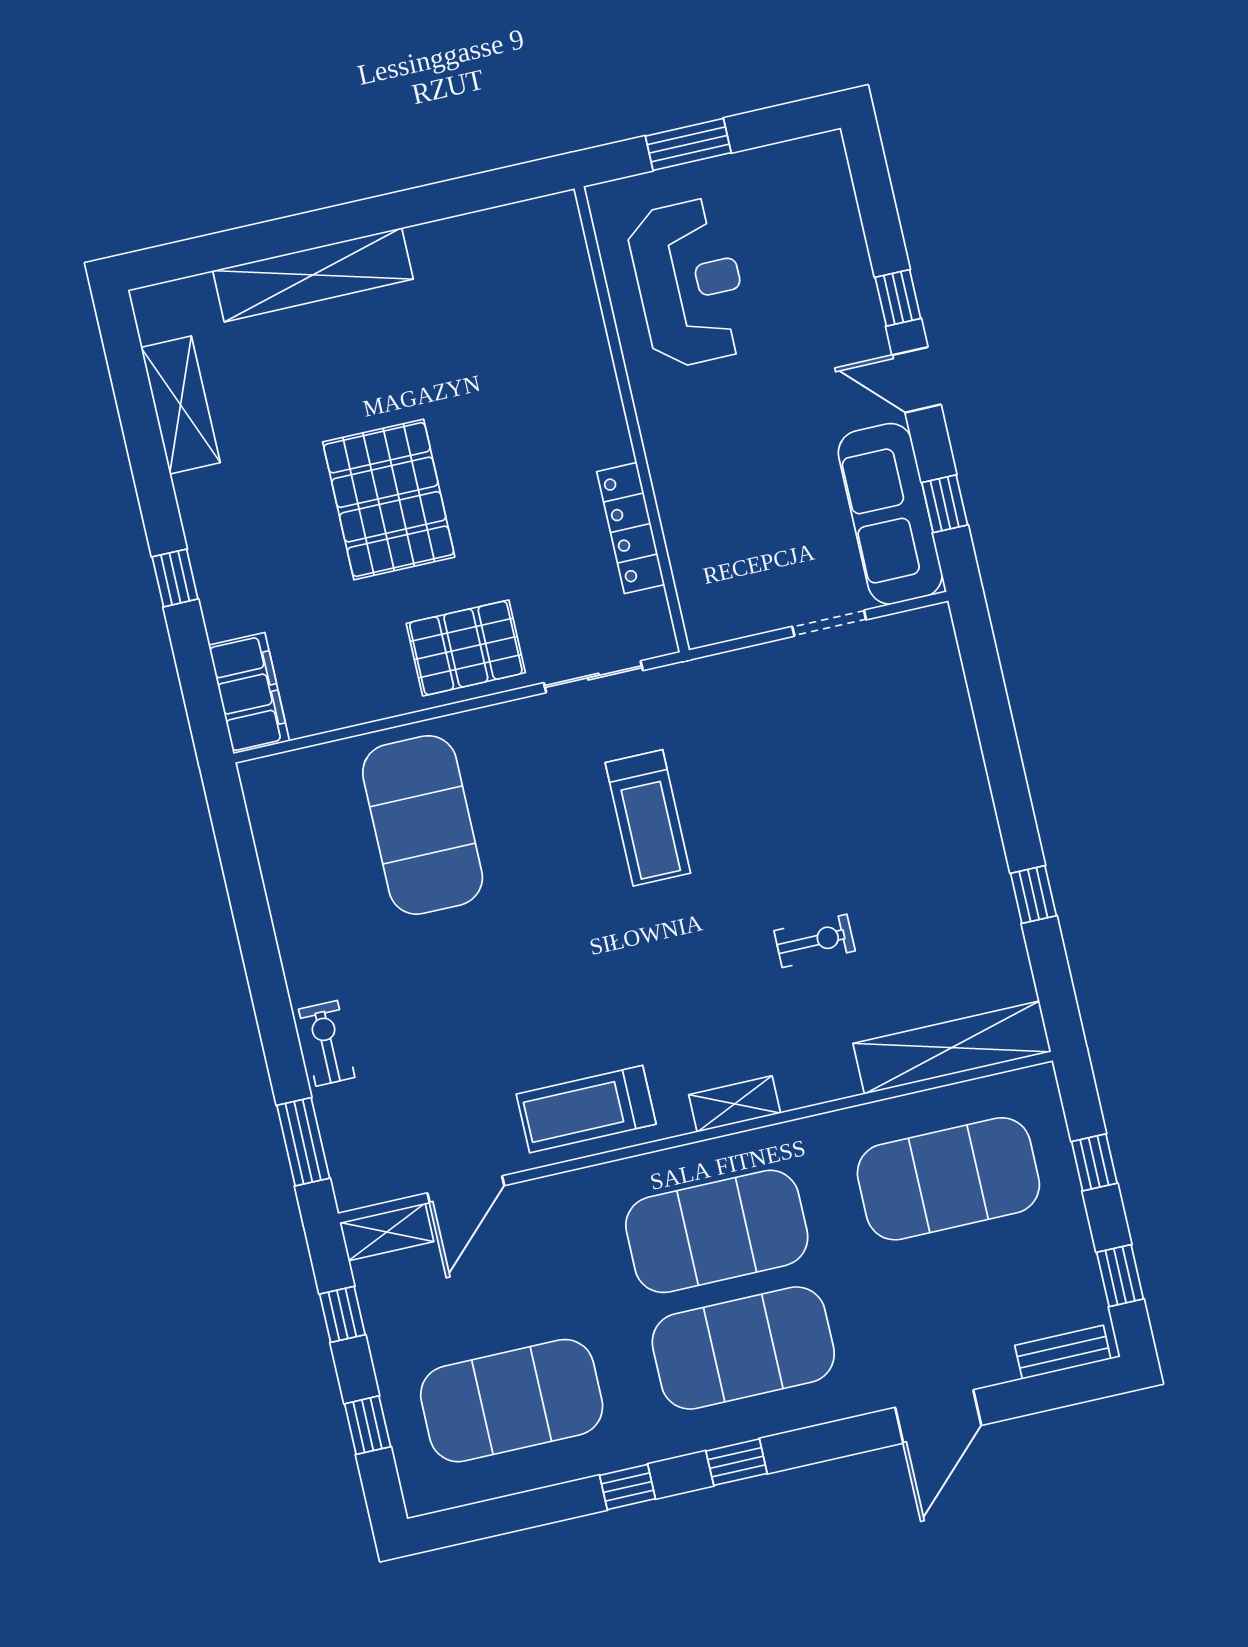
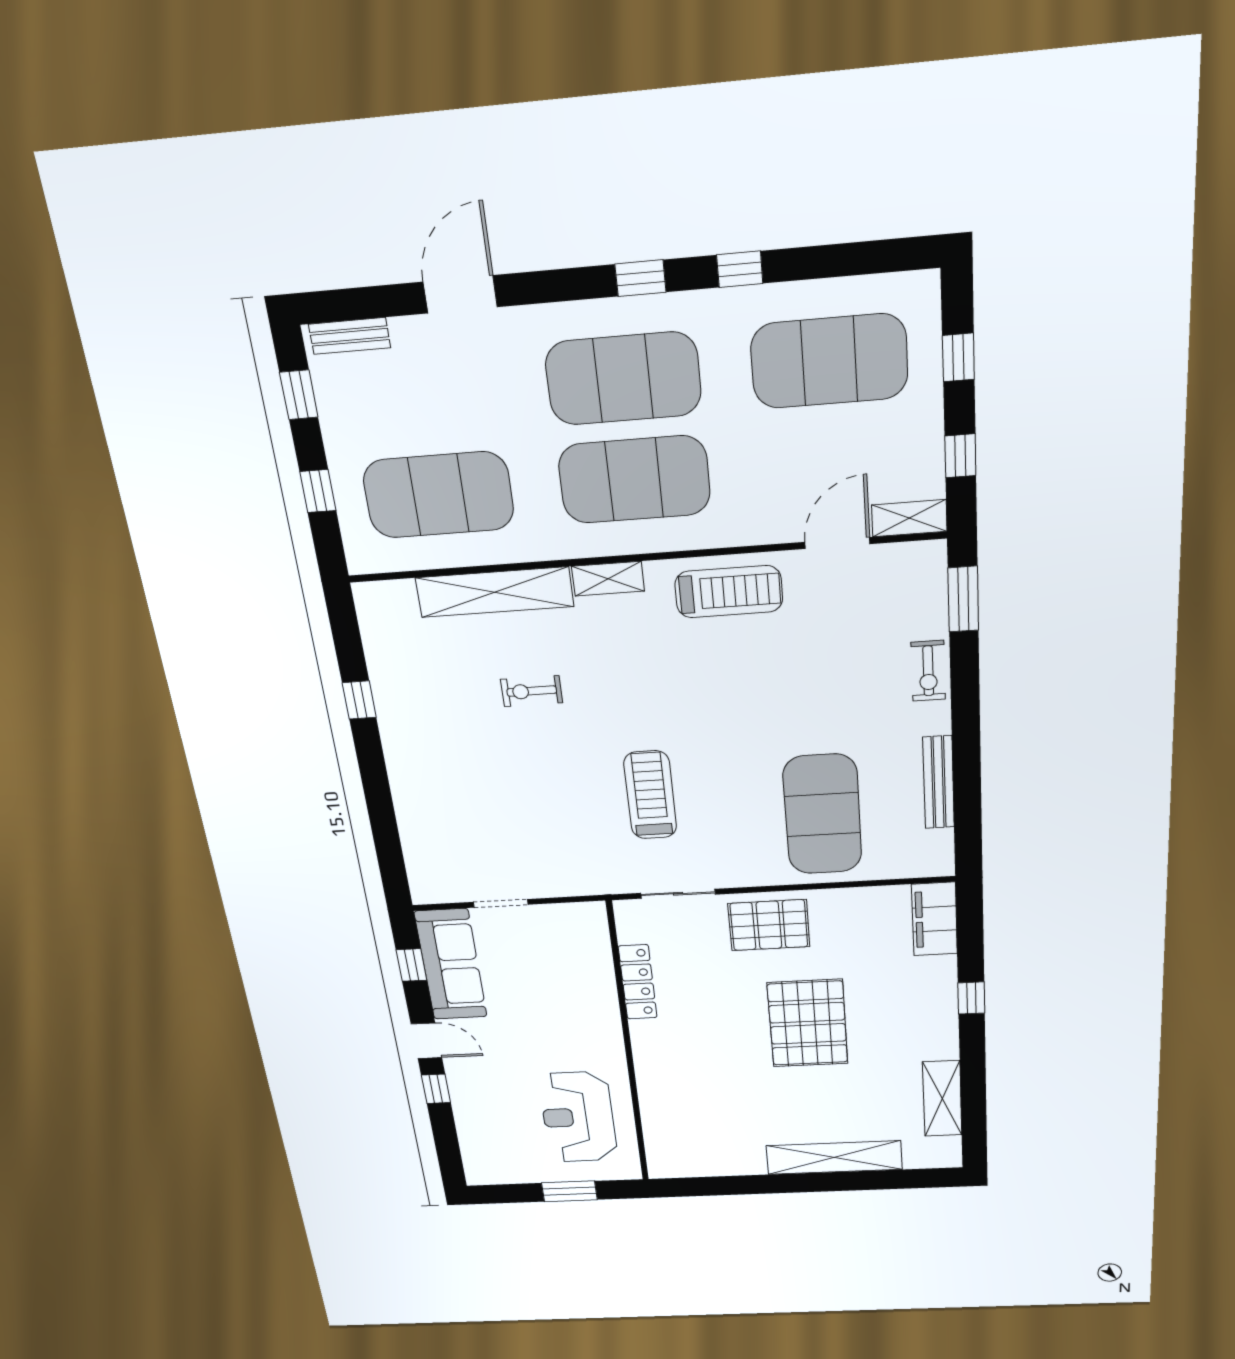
bench: (284, 894) -> (939, 782), added
shelving: (952, 1048) -> (495, 592), moved

